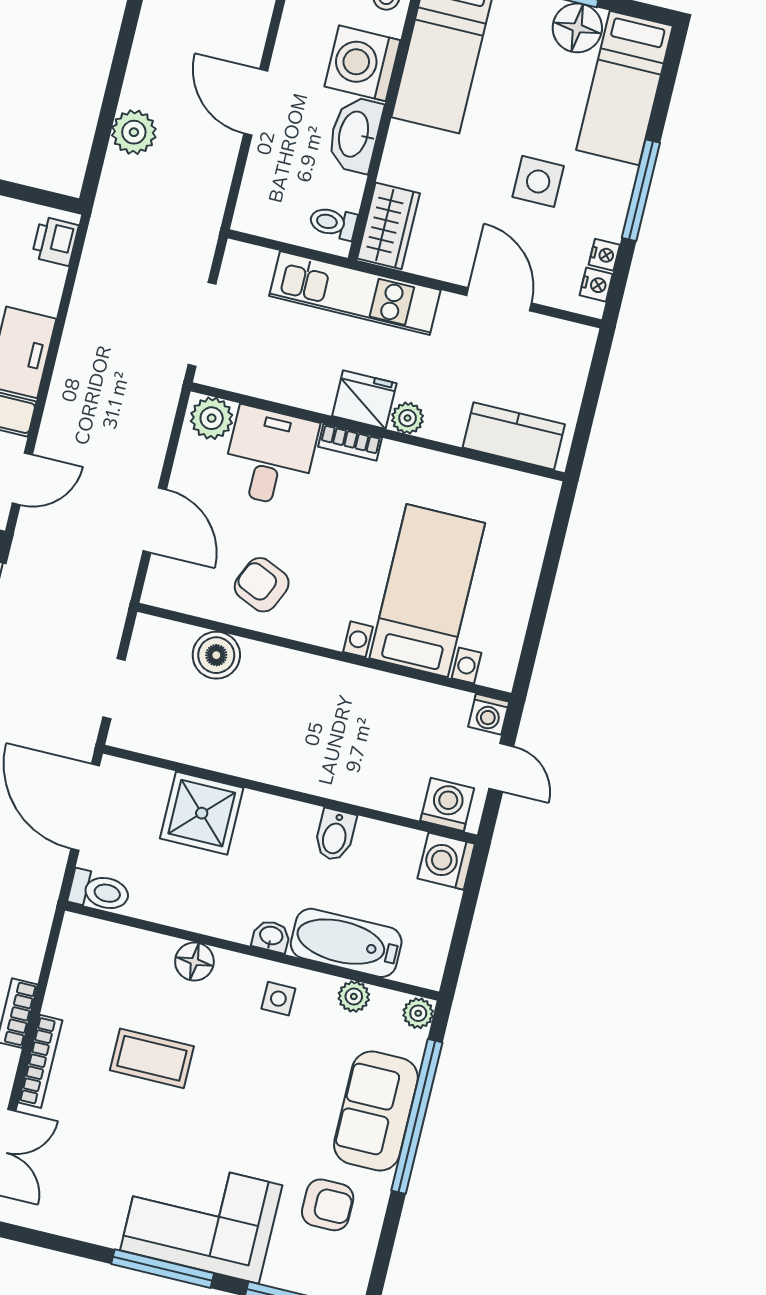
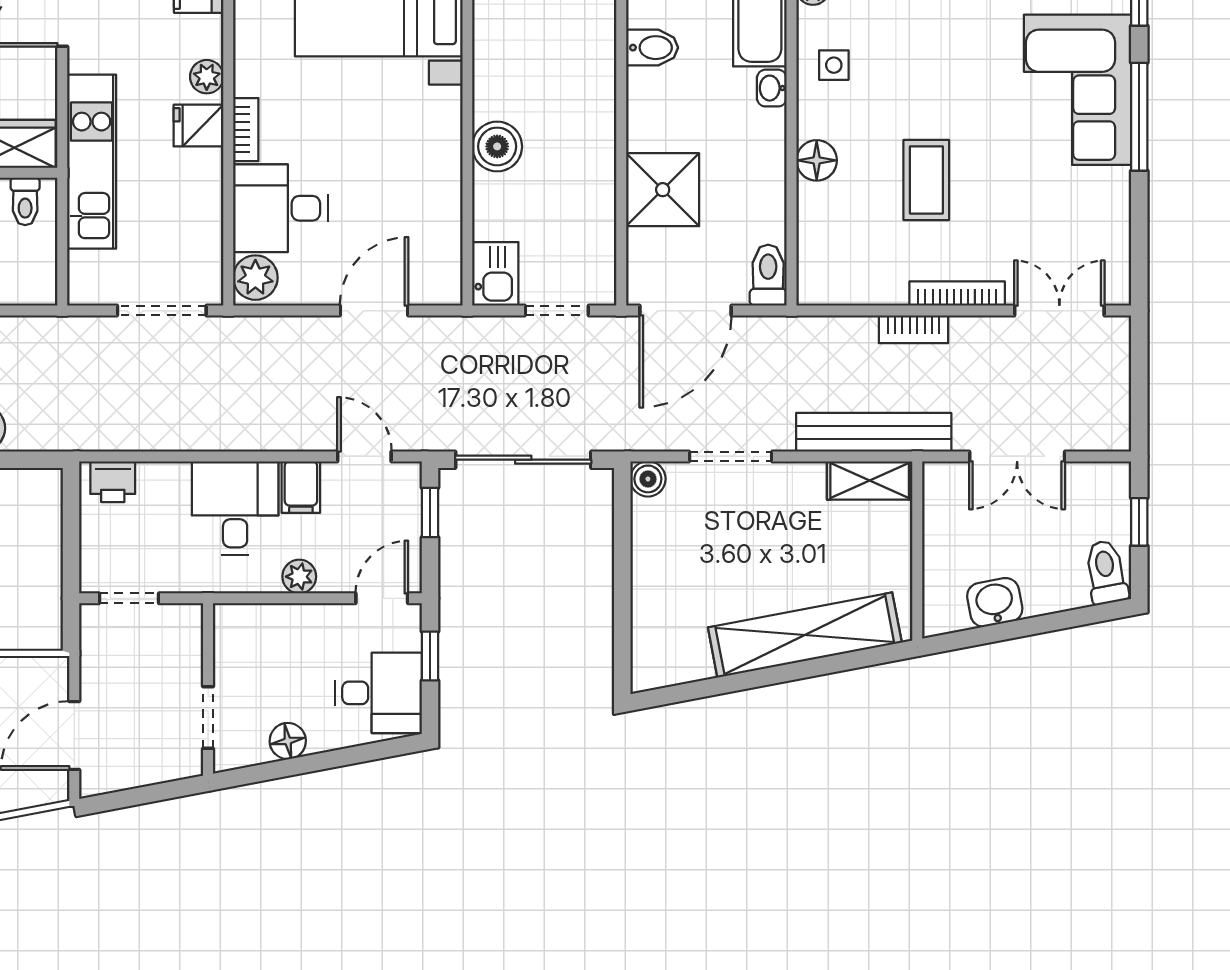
fridge: (364, 400) -> (199, 126), width x0.72
armchair: (262, 585) -> (414, 185), removed
kitchen sink: (161, 640) -> (495, 274), added
boiler: (216, 655) -> (497, 146), moved

